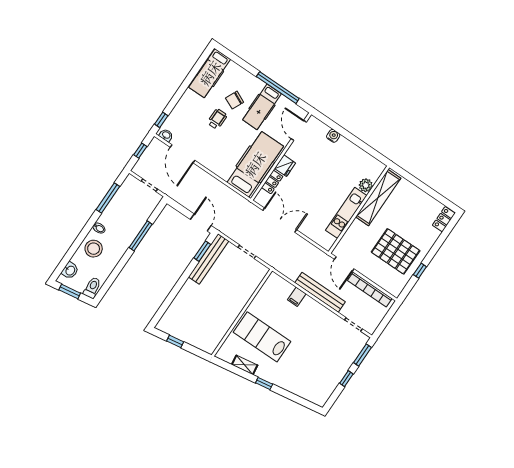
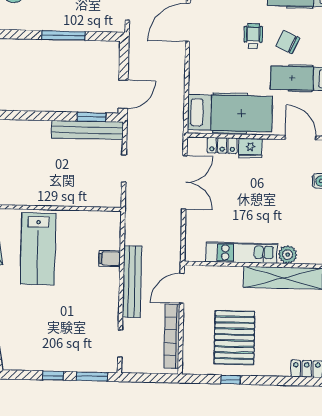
wheelchair: (217, 119) -> (253, 36), turned -90
door: (299, 130) -> (301, 138), hinge flipped
lab bench: (262, 337) -> (38, 249), turned 180

